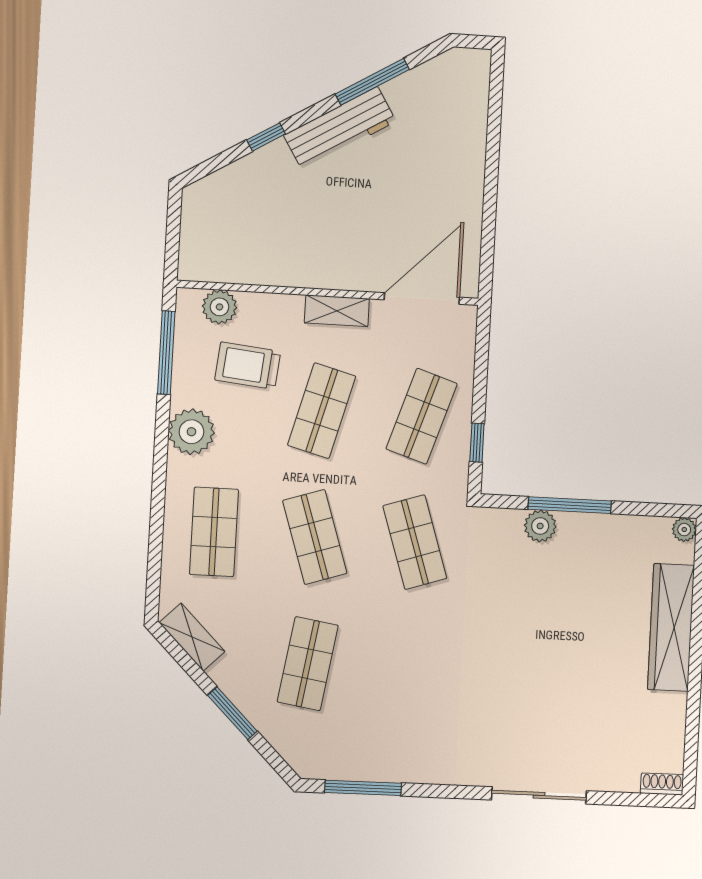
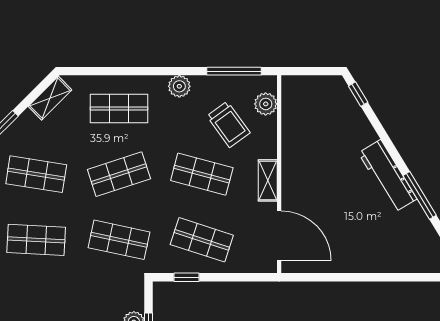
window: (266, 137) -> (358, 94), moved
trolley: (248, 366) -> (228, 124), turned 138
plant: (191, 432) -> (179, 86), width x0.73, depth x0.73
shop shelf: (415, 542) -> (119, 240), turned 30
shop shelf: (408, 668) -> (36, 240), added

